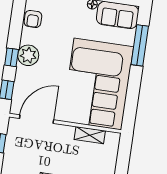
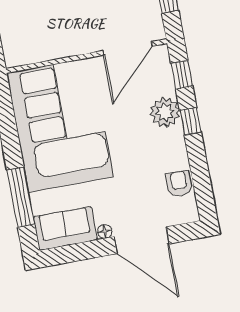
plant: (28, 55) -> (165, 112), moved
shelving: (90, 135) -> (47, 51), removed

